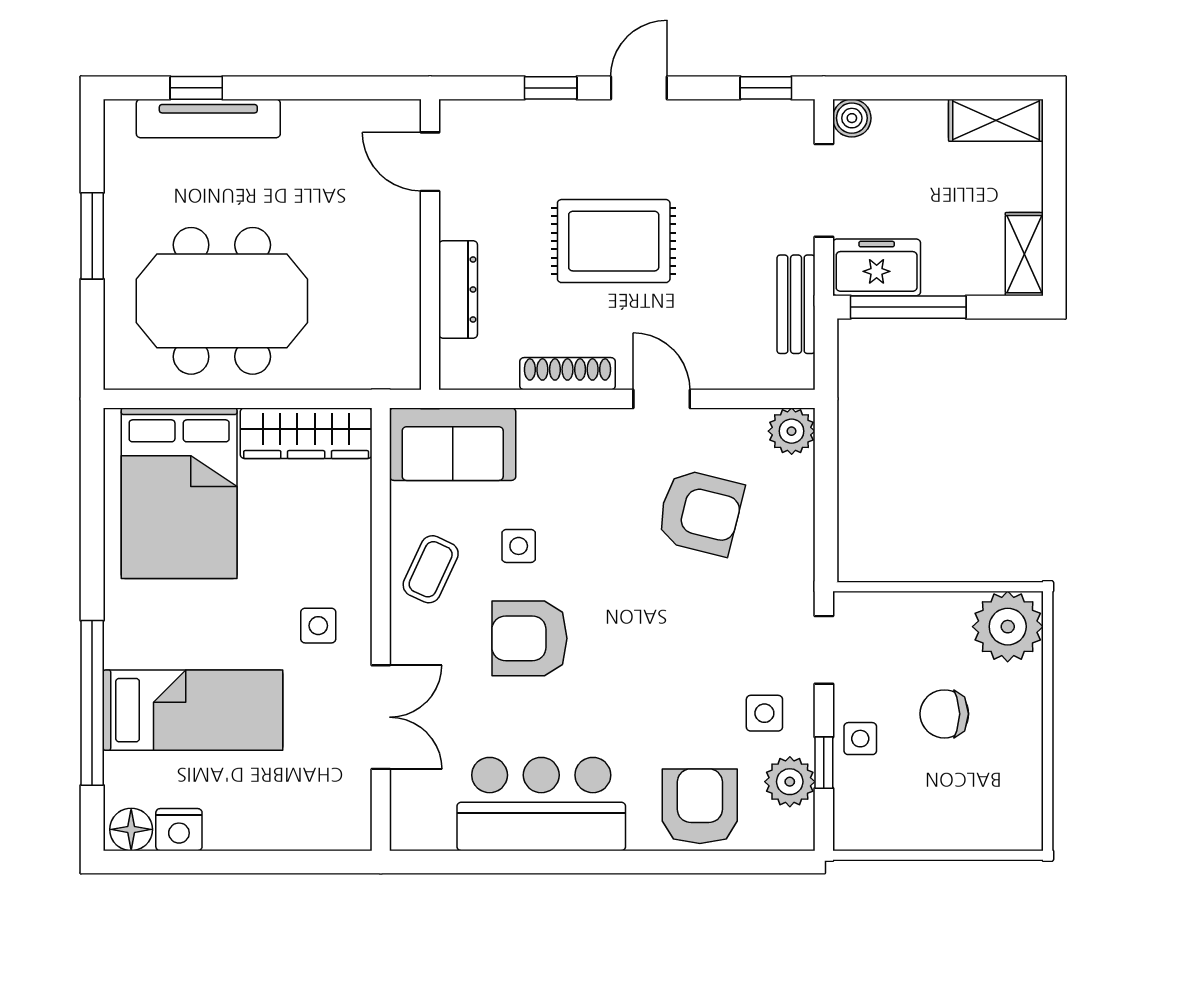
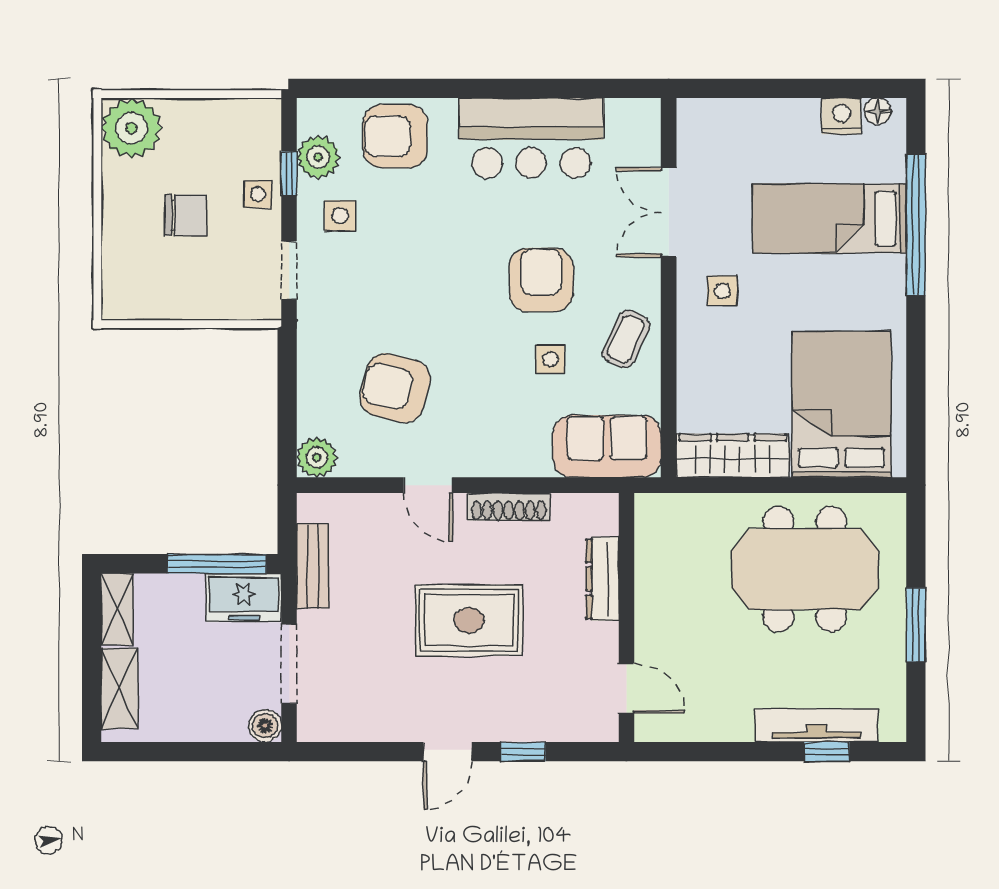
window: (766, 88) -> (339, 752), removed
shelving: (996, 120) -> (119, 688), moved, turned 90
plant: (1008, 627) -> (132, 128), moved
armchair: (529, 638) -> (541, 280), turned -90
armchair: (700, 806) -> (395, 136), turned 90
floor lamp: (131, 829) -> (878, 111), width x0.73, depth x0.73

